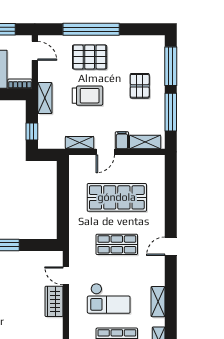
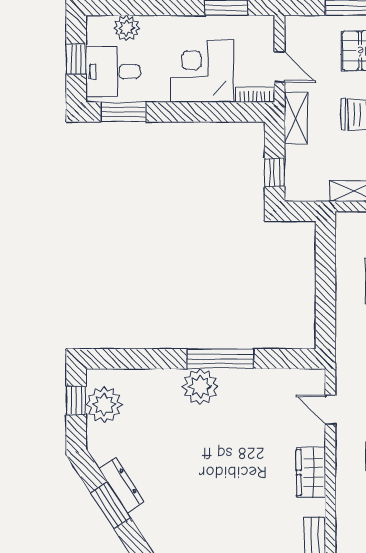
door: (35, 51) -> (280, 67), moved
wardrobe: (54, 301) -> (311, 473), moved

